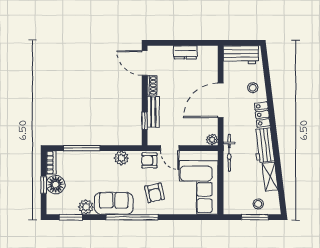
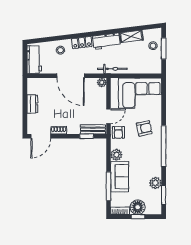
bench: (153, 112) -> (93, 129), moved
sofa: (114, 203) -> (120, 177), moved, turned 180

